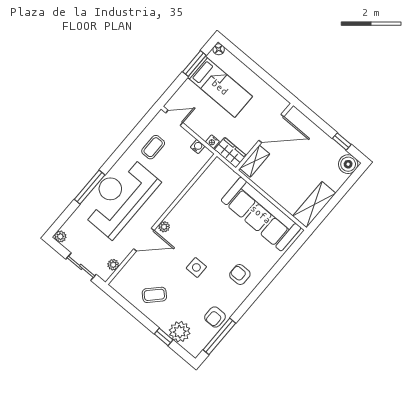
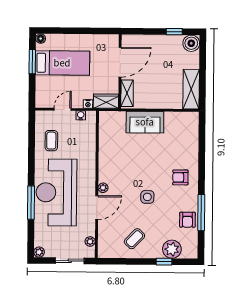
door: (174, 118) -> (63, 109), moved
sofa: (261, 214) -> (145, 122), width x0.54, depth x0.79
window: (219, 336) -> (201, 212), moved

